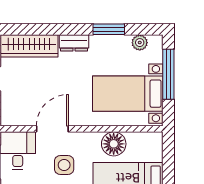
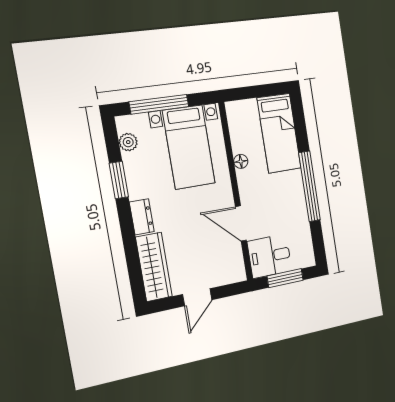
floor lamp: (114, 144) -> (241, 161), width x0.53, depth x0.53
side table: (64, 165) -> (276, 204), removed

